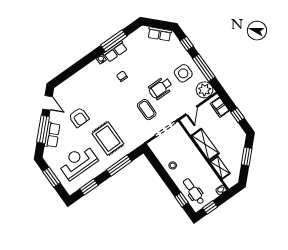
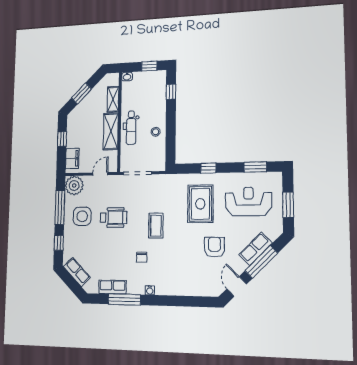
row of seats: (115, 51) -> (113, 287), moved
coffee table: (147, 110) -> (156, 226), moved
reception desk: (78, 162) -> (248, 201), turned 180
window: (119, 165) -> (208, 168), width x0.46
dental chair: (194, 191) -> (131, 128), moved

